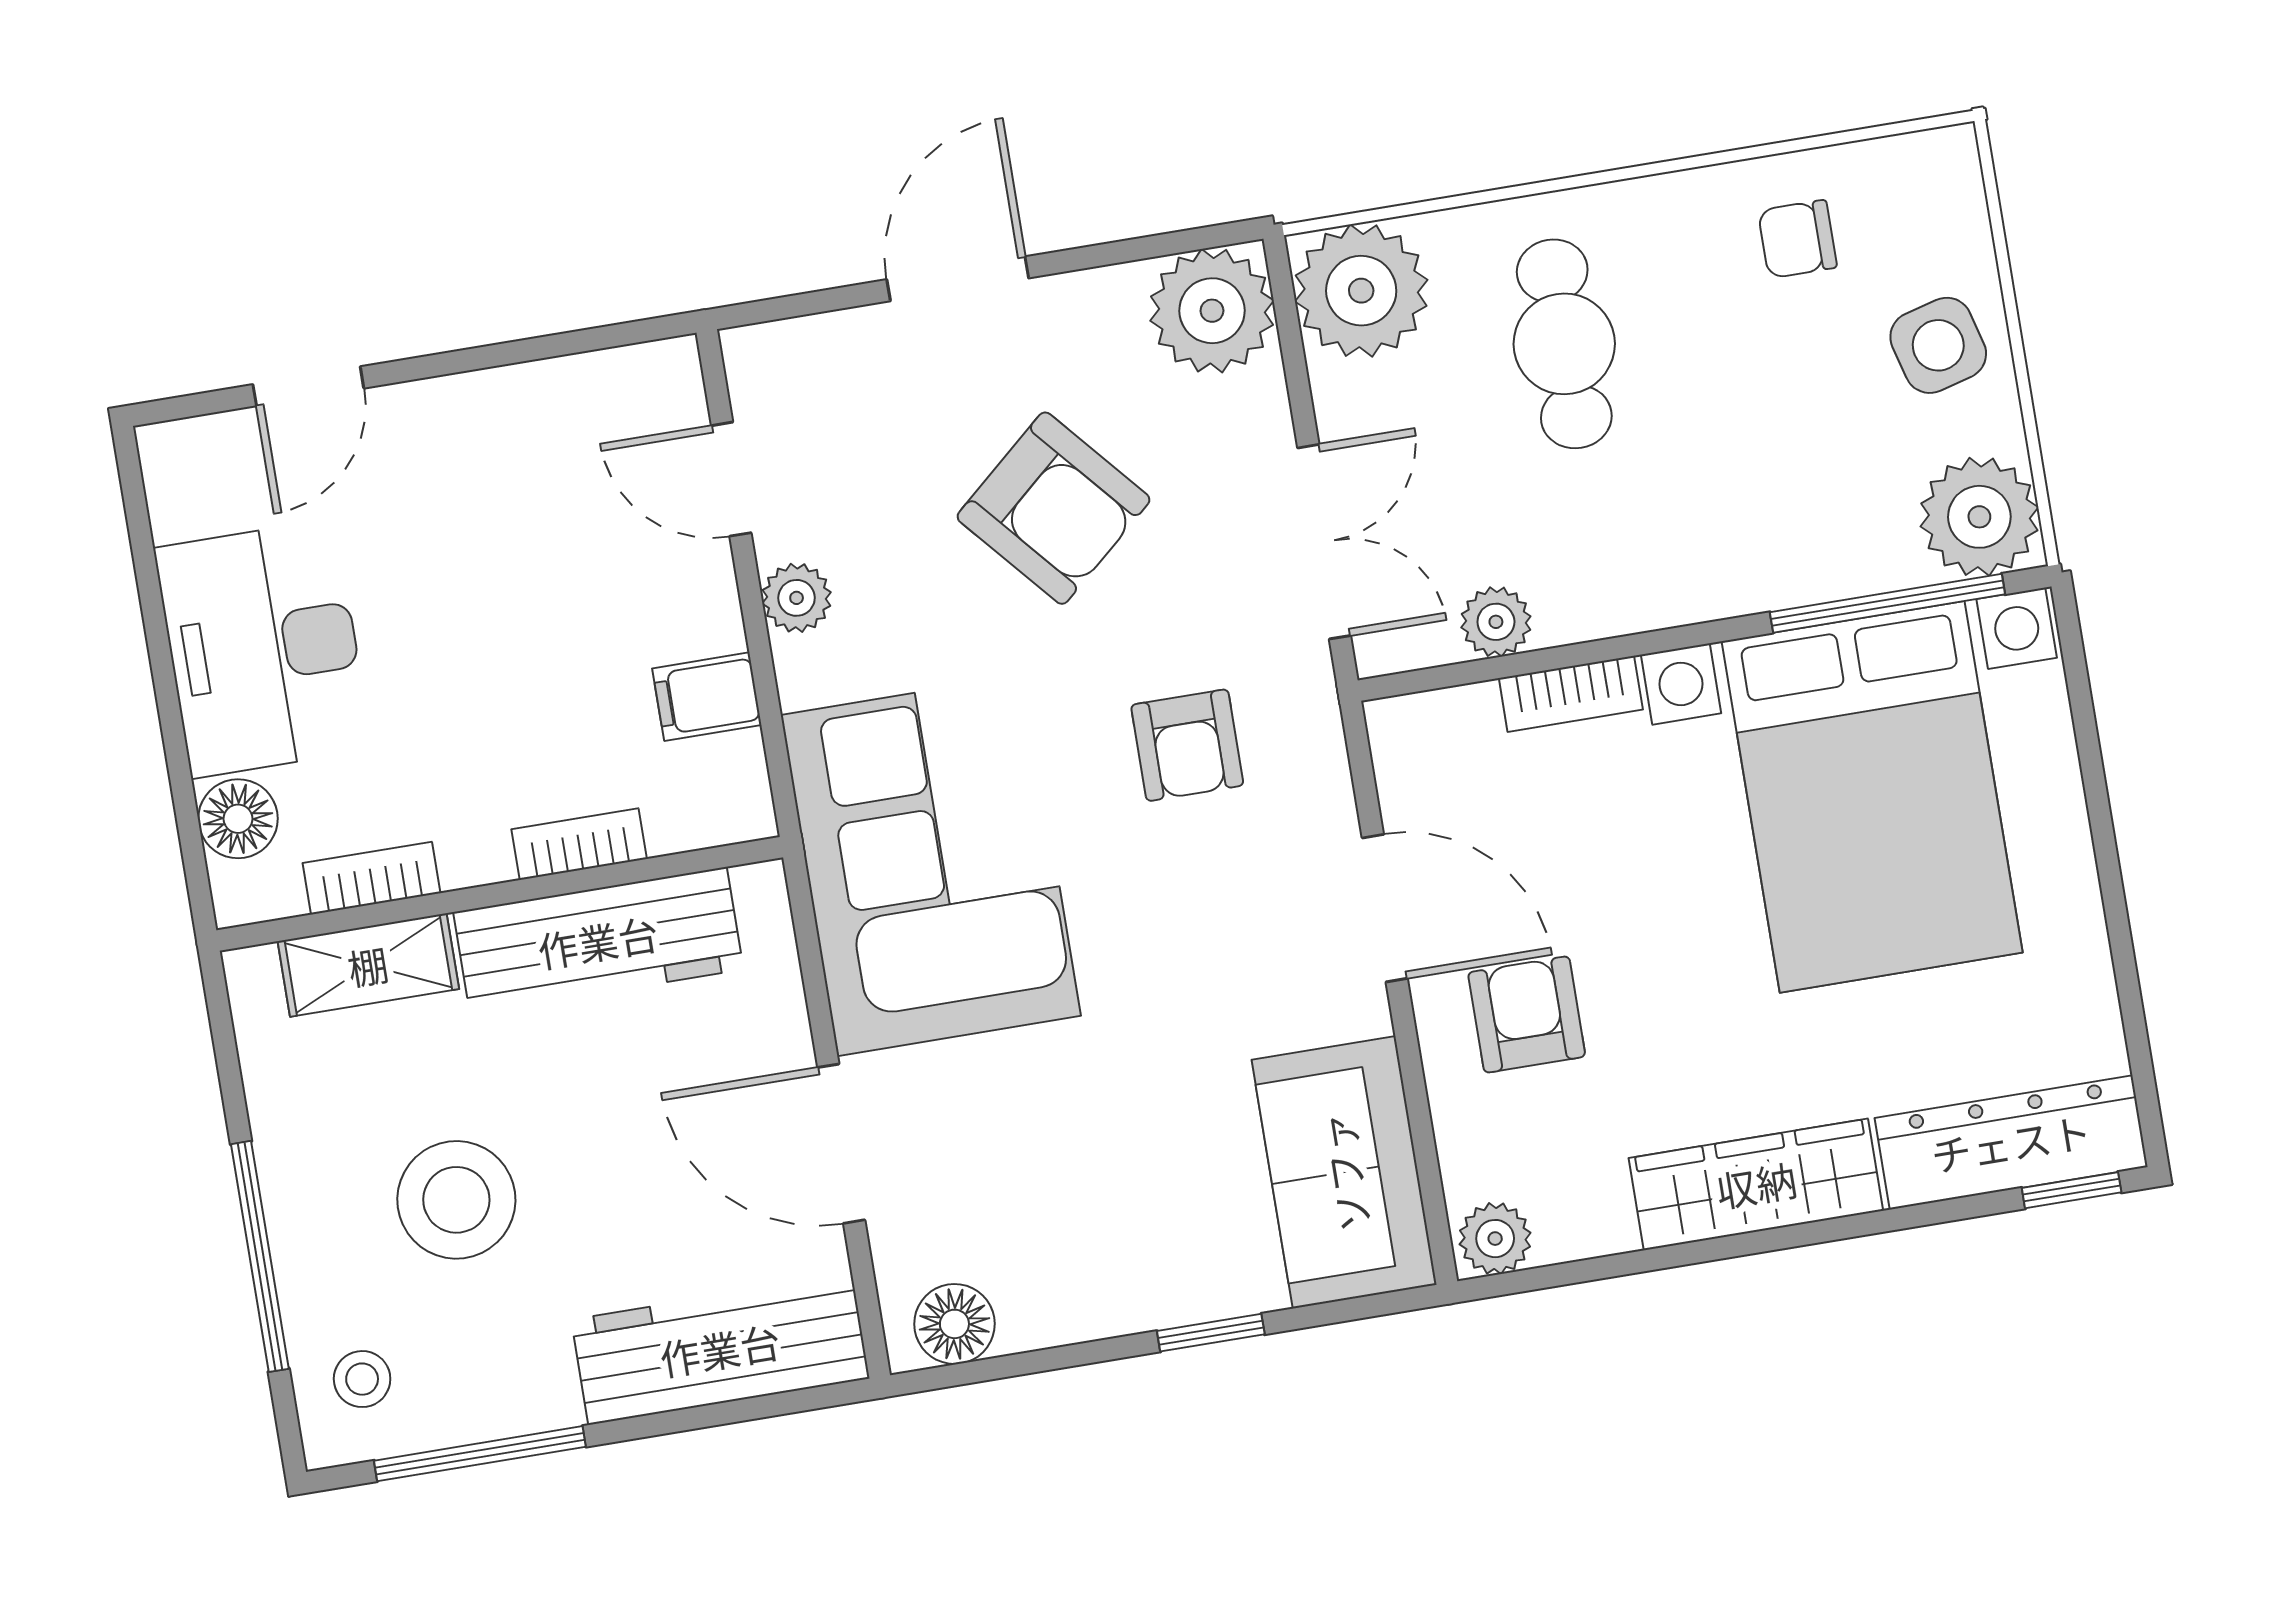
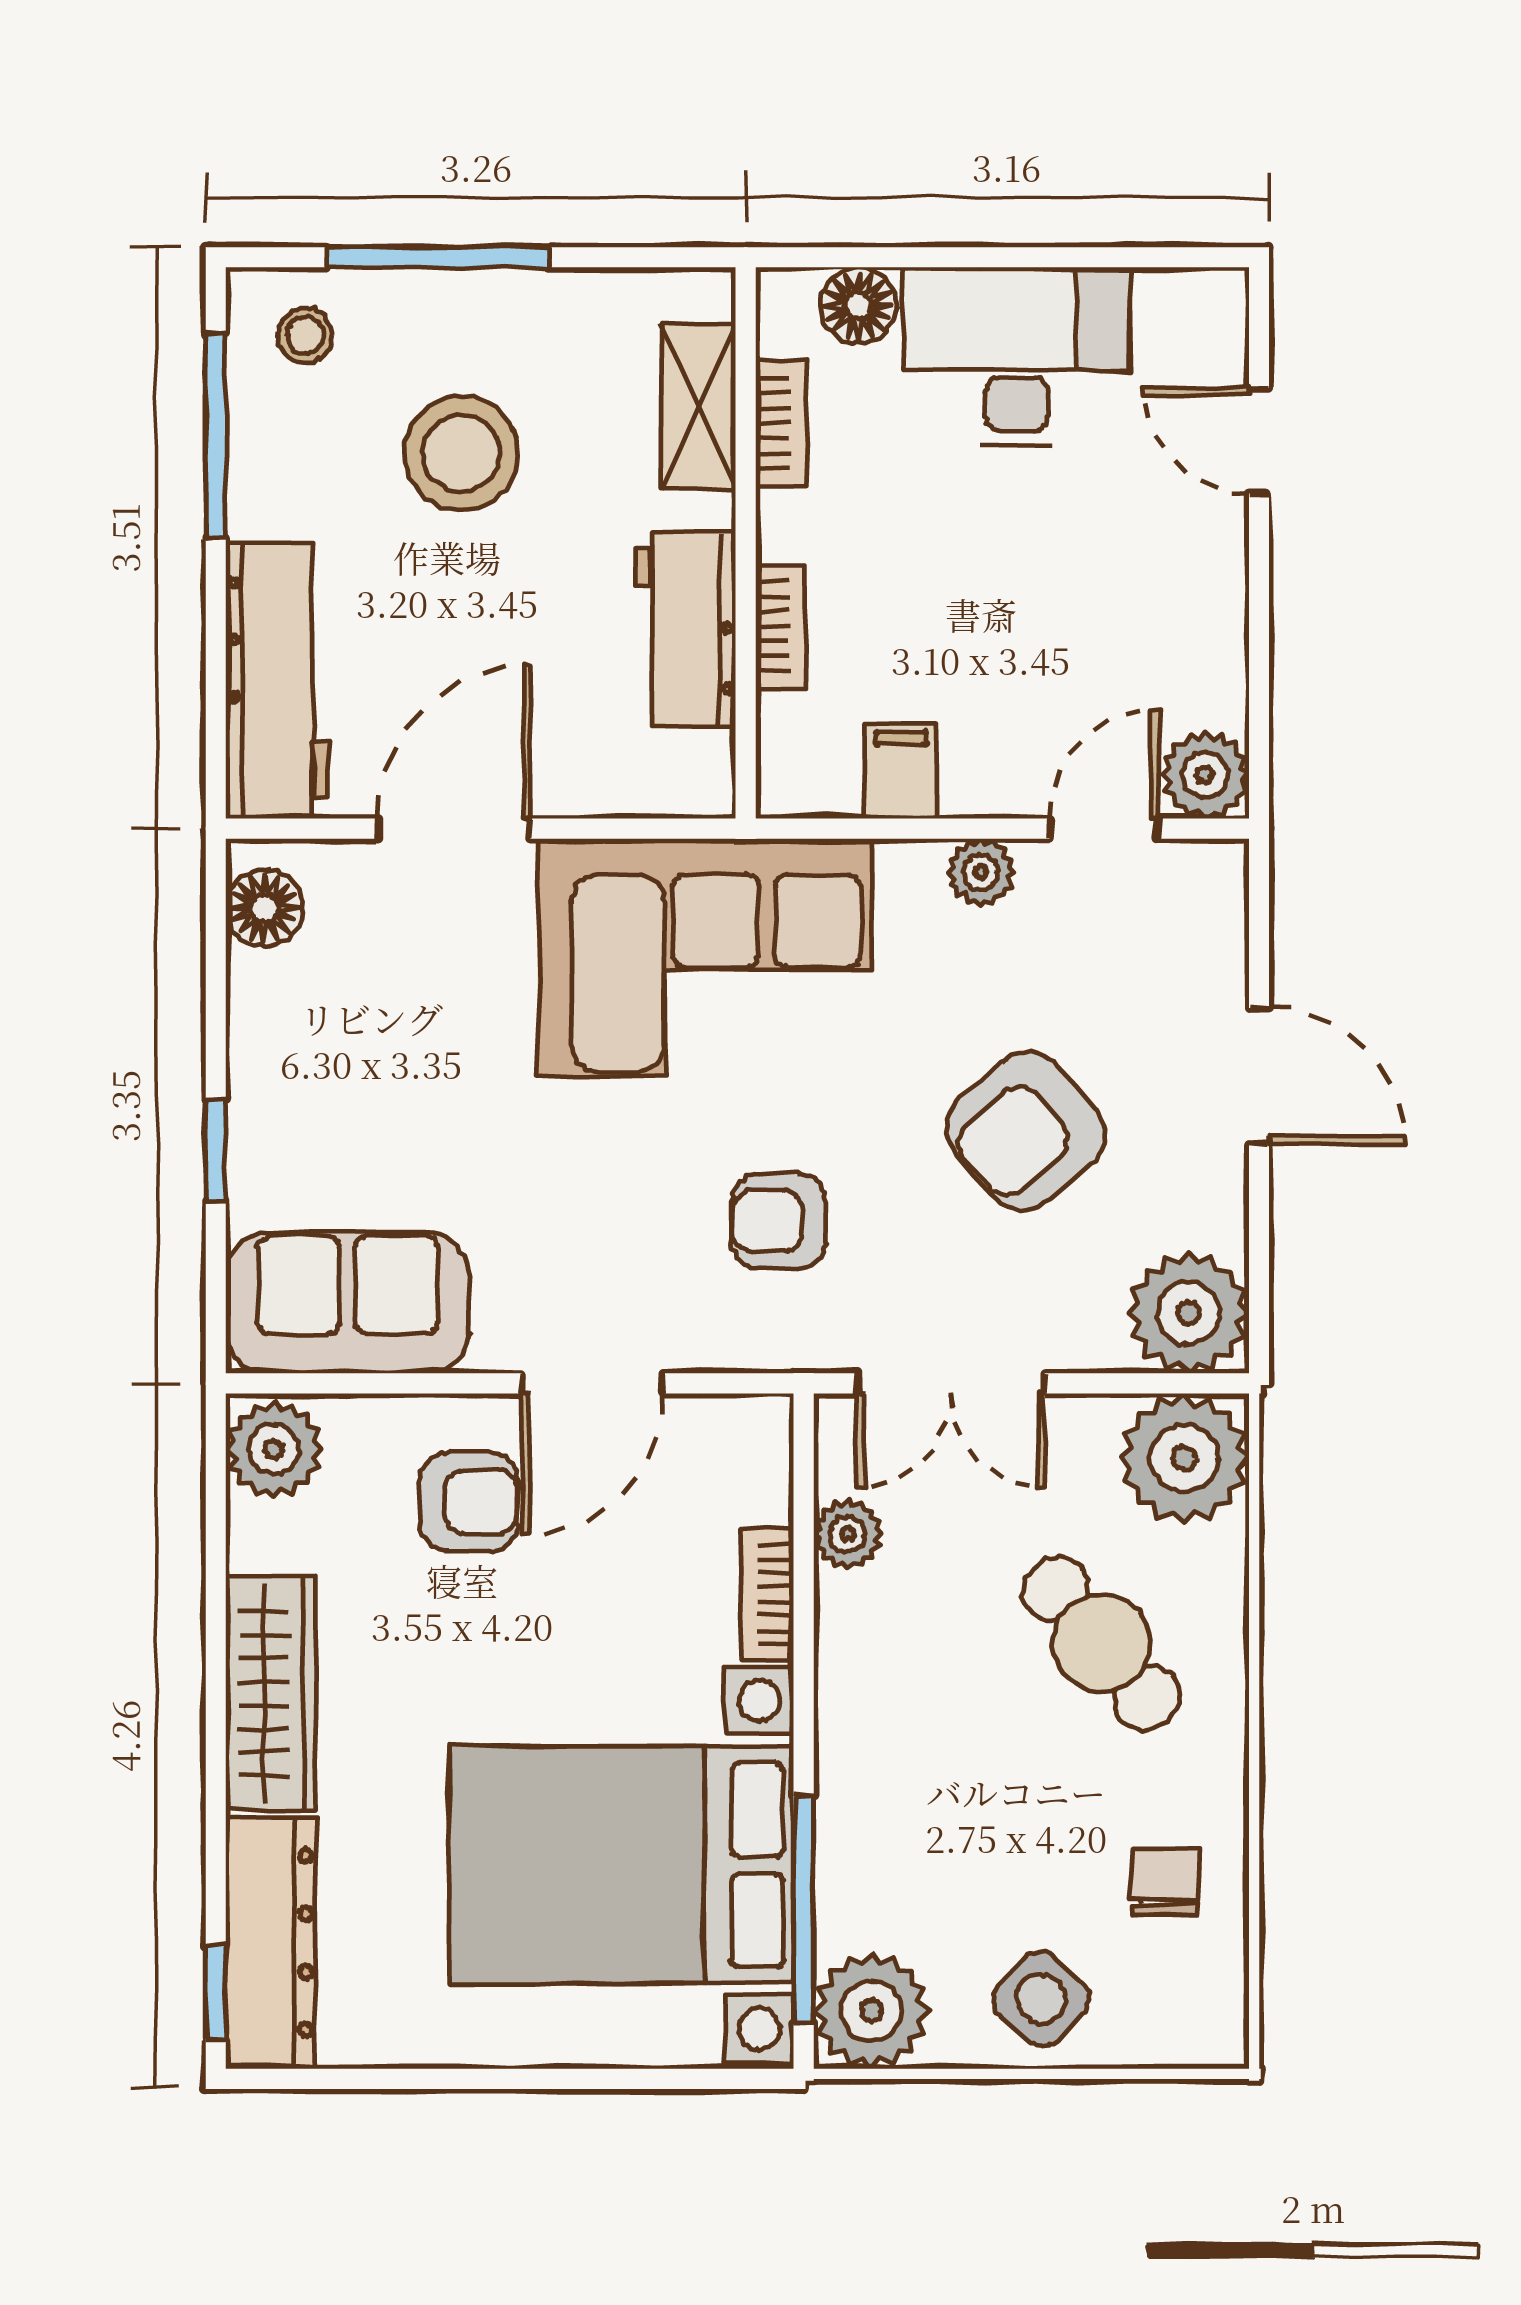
cafe table: (1564, 344) -> (1101, 1643), turned 50
side table: (1938, 345) -> (1041, 1999), turned -33
plant: (659, 385) -> (1205, 775), added
workbench: (598, 941) -> (685, 629), width x0.73
plant: (1495, 1239) -> (274, 1449), width x1.38, depth x1.38

